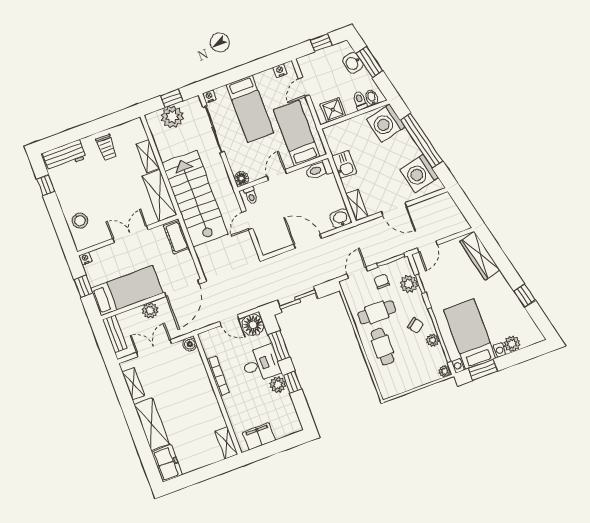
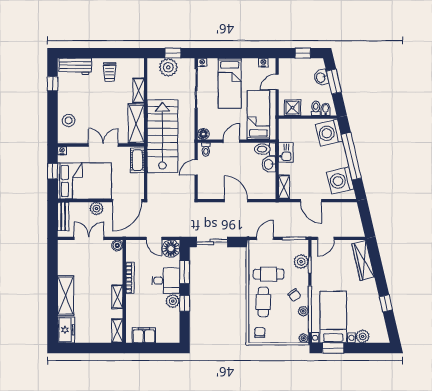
washbasin: (341, 218) -> (269, 164), moved, turned -90
chair: (382, 281) -> (260, 332), moved
bed: (127, 291) -> (84, 181), width x1.50
shelving: (133, 384) -> (117, 297), moved

